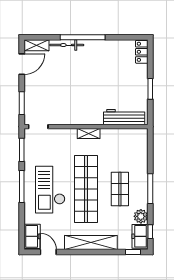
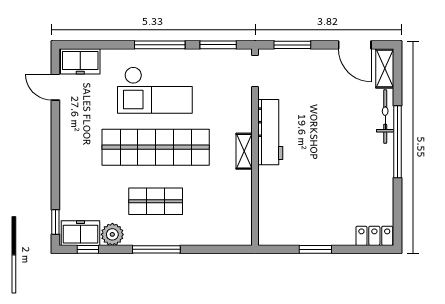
workbench: (124, 117) -> (270, 132), moved
checkout: (50, 190) -> (155, 90), turned 180
shelving: (91, 242) -> (71, 155), removed
door: (48, 252) -> (55, 87), swing flipped

